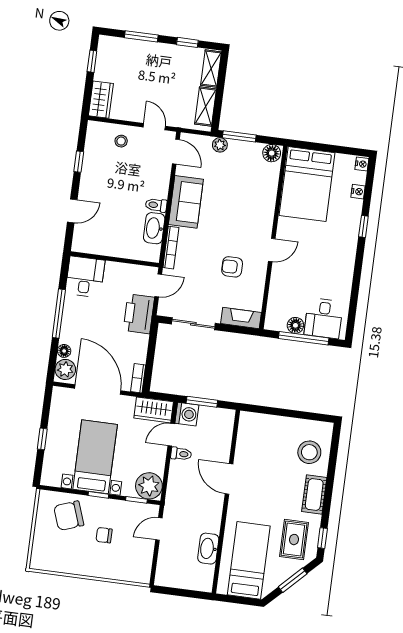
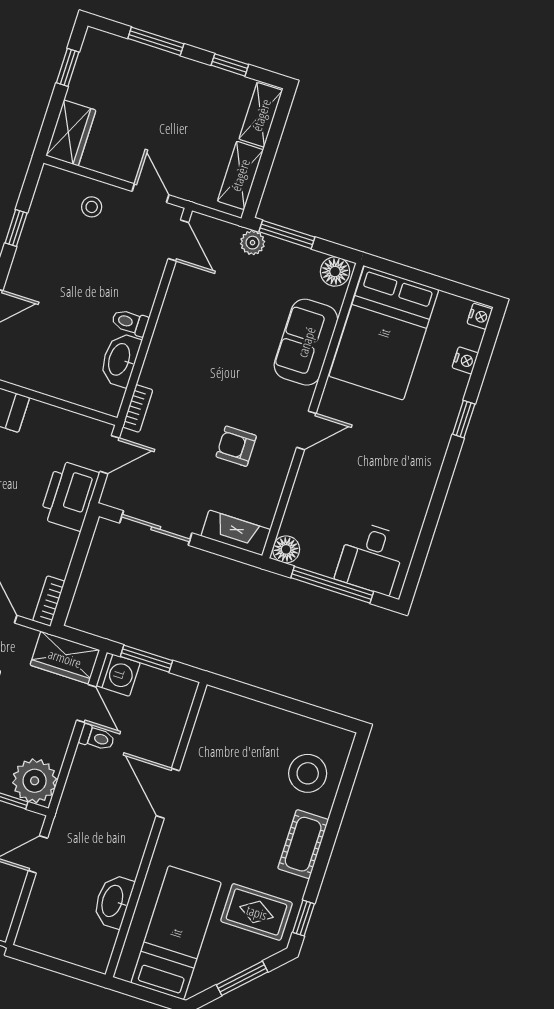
sofa: (186, 202) -> (306, 342), moved, turned 180
bookcase: (171, 248) -> (138, 408), width x0.64
floor lamp: (295, 325) -> (286, 549), moved
door: (171, 435) -> (86, 704), swing flipped
rug: (294, 540) -> (257, 912), turned 90

